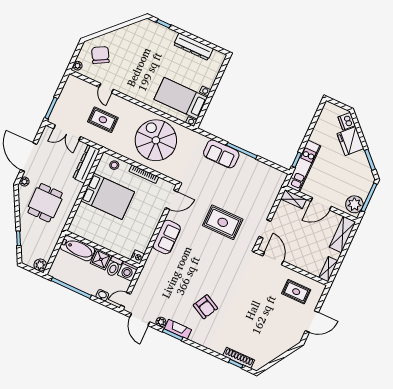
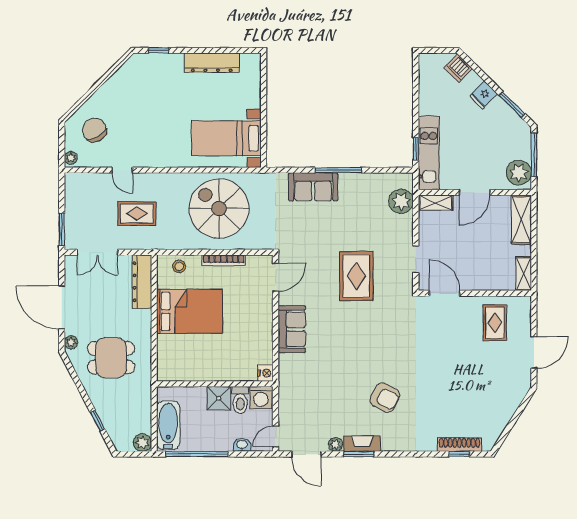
fridge: (350, 141) -> (484, 95), width x0.53, depth x0.75
plant: (272, 188) -> (401, 201), added
dining table: (45, 203) -> (111, 358), turned 90
rug: (223, 222) -> (356, 276), turned 90
bathtub: (77, 248) -> (168, 425), moved, turned -90
rug: (296, 292) -> (495, 323), turned 90

